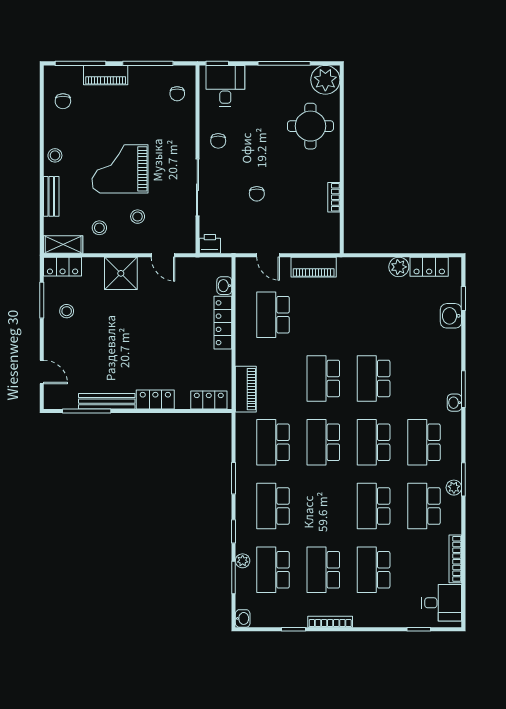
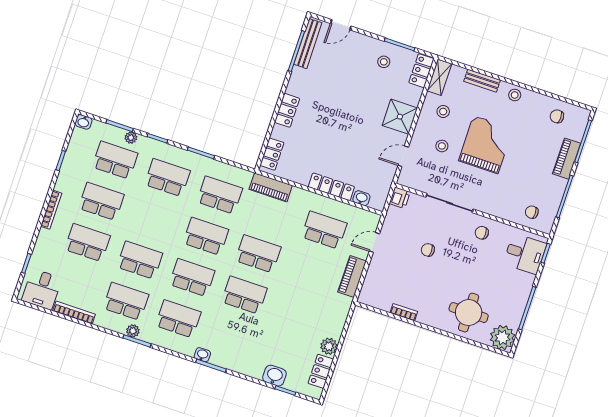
bench: (107, 401) -> (308, 44), moved
bookcase: (330, 622) -> (51, 210), moved

